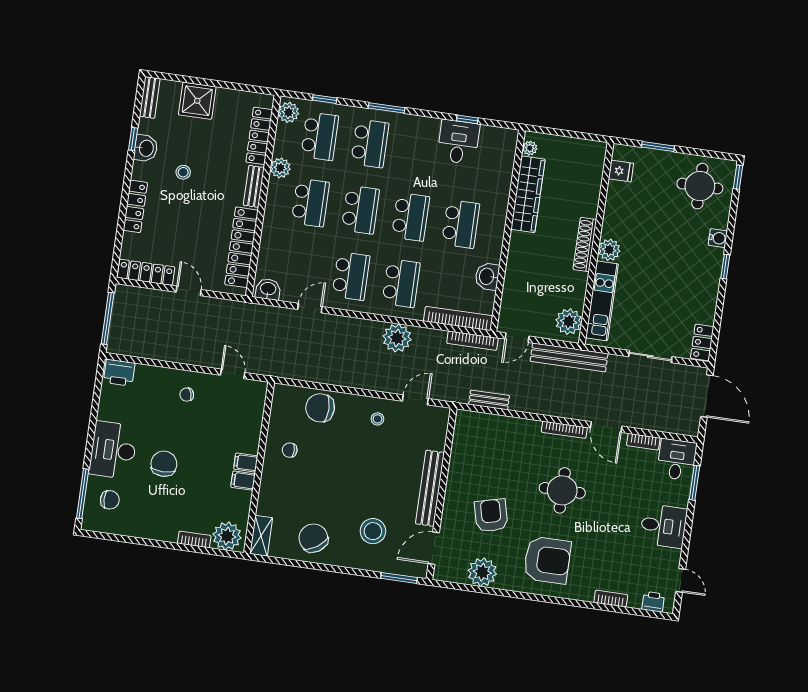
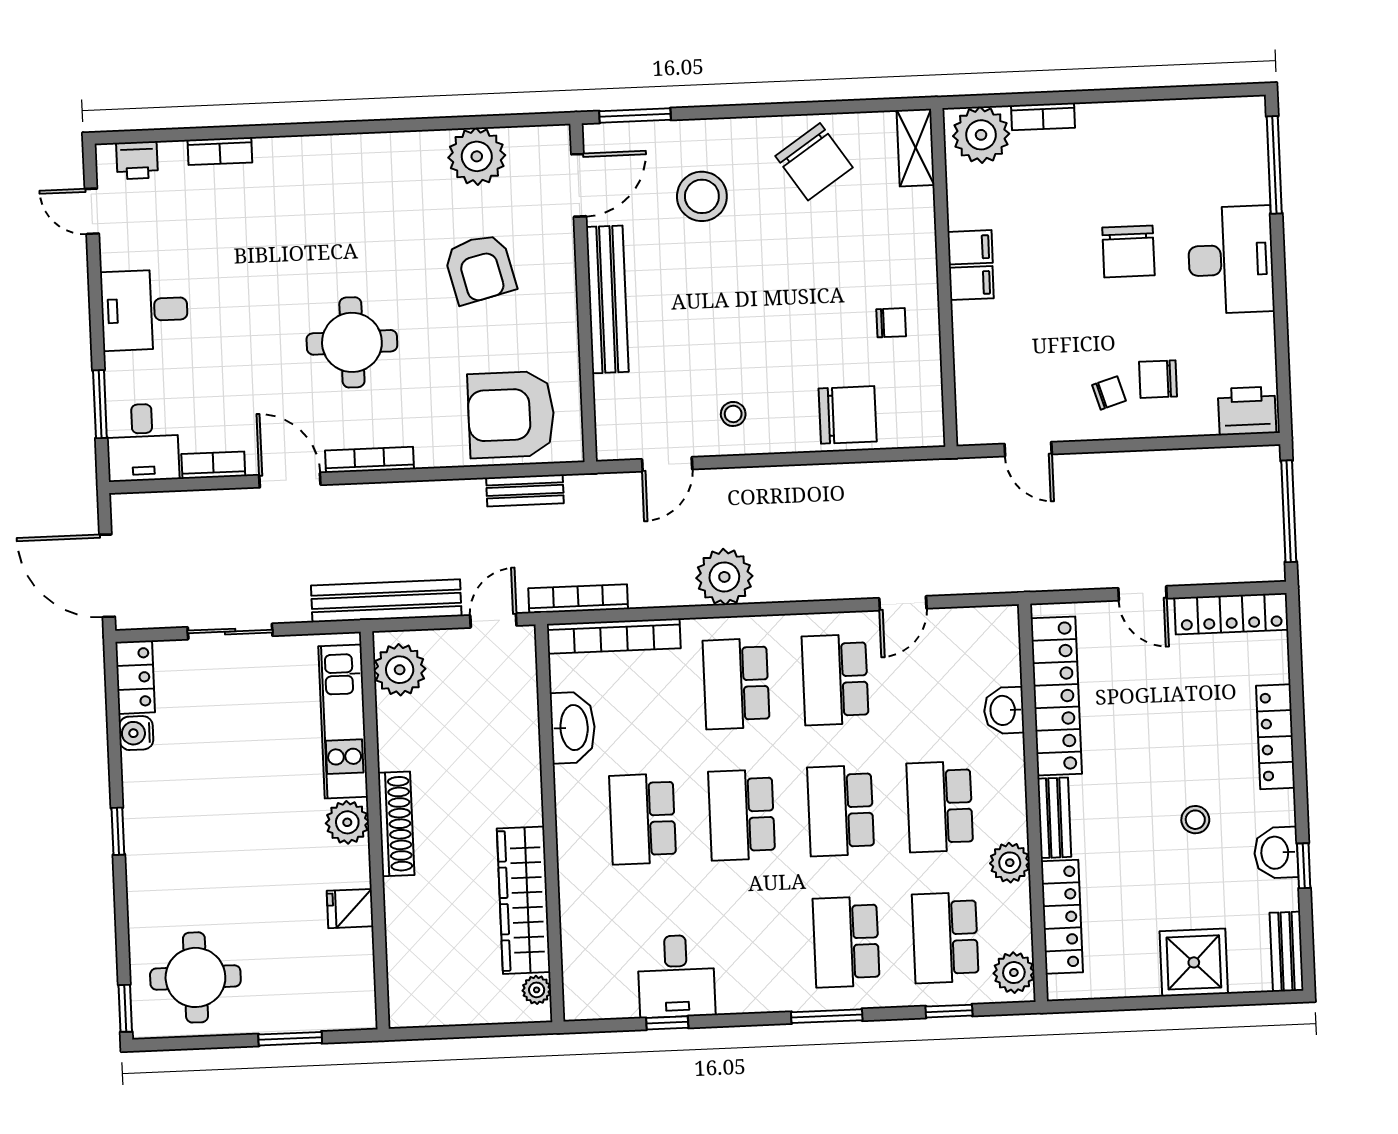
fridge: (621, 171) -> (350, 909), moved
water cooler: (718, 238) -> (136, 733), moved
washbasin: (487, 276) -> (573, 728), width x1.38
washbasin: (268, 289) -> (1004, 710), moved, turned 90
chair: (110, 500) -> (1158, 379), moved
armchair: (547, 560) -> (511, 415), moved

